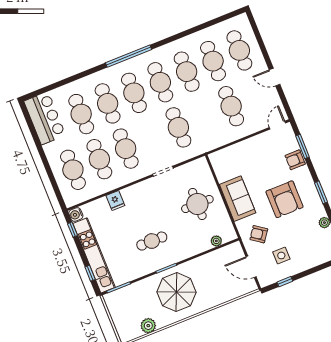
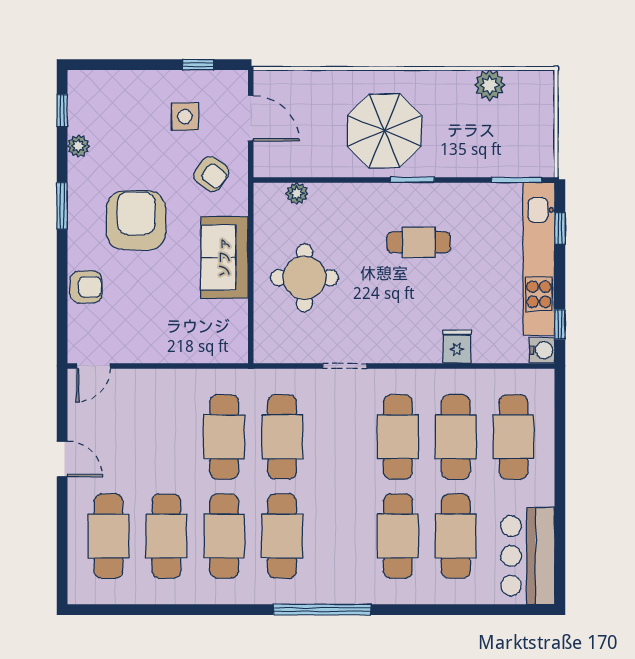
cafe table: (134, 93) -> (340, 536), removed
cafe table: (231, 106) -> (224, 437), moved
window: (302, 146) -> (62, 307), removed
parasol: (177, 292) -> (384, 131), moved

